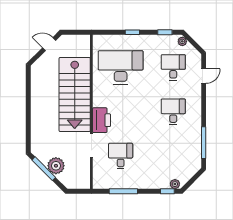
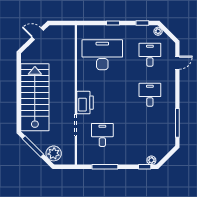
stairs: (75, 95) -> (35, 97), moved, turned 180
plant: (56, 166) -> (54, 153), moved

